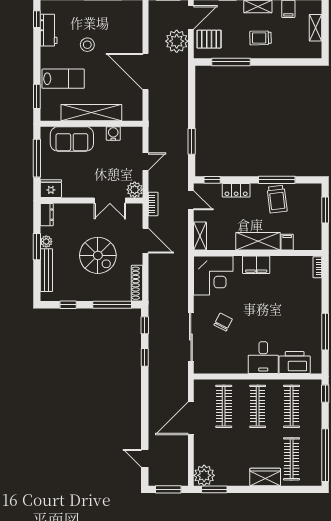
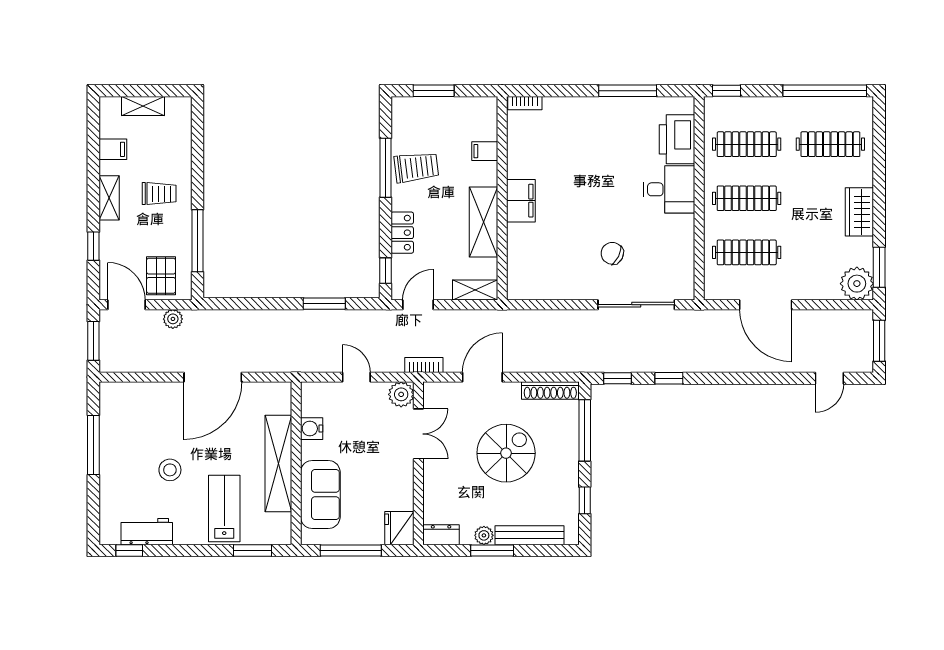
trolley: (261, 38) -> (159, 194), turned -89
plant: (177, 41) -> (173, 319), width x0.53, depth x0.53
shelving: (258, 241) -> (484, 222), moved
corner desk: (213, 275) -> (538, 269), removed
wardrobe: (265, 477) -> (859, 212), moved

